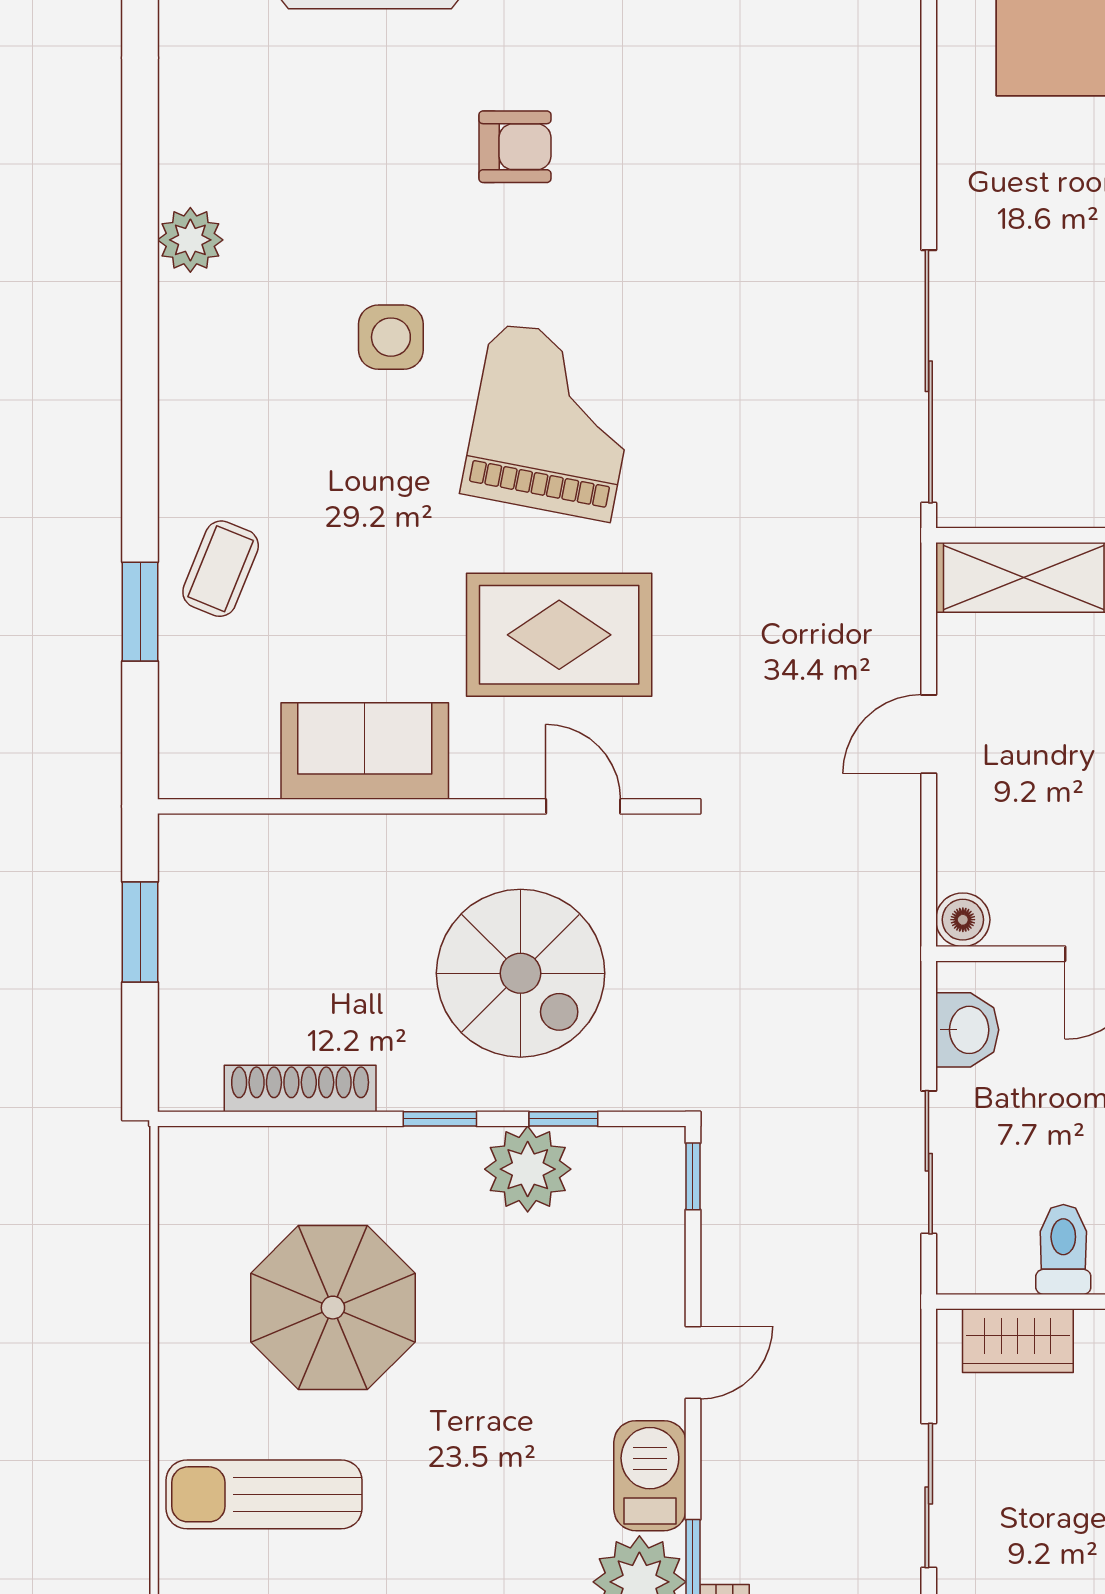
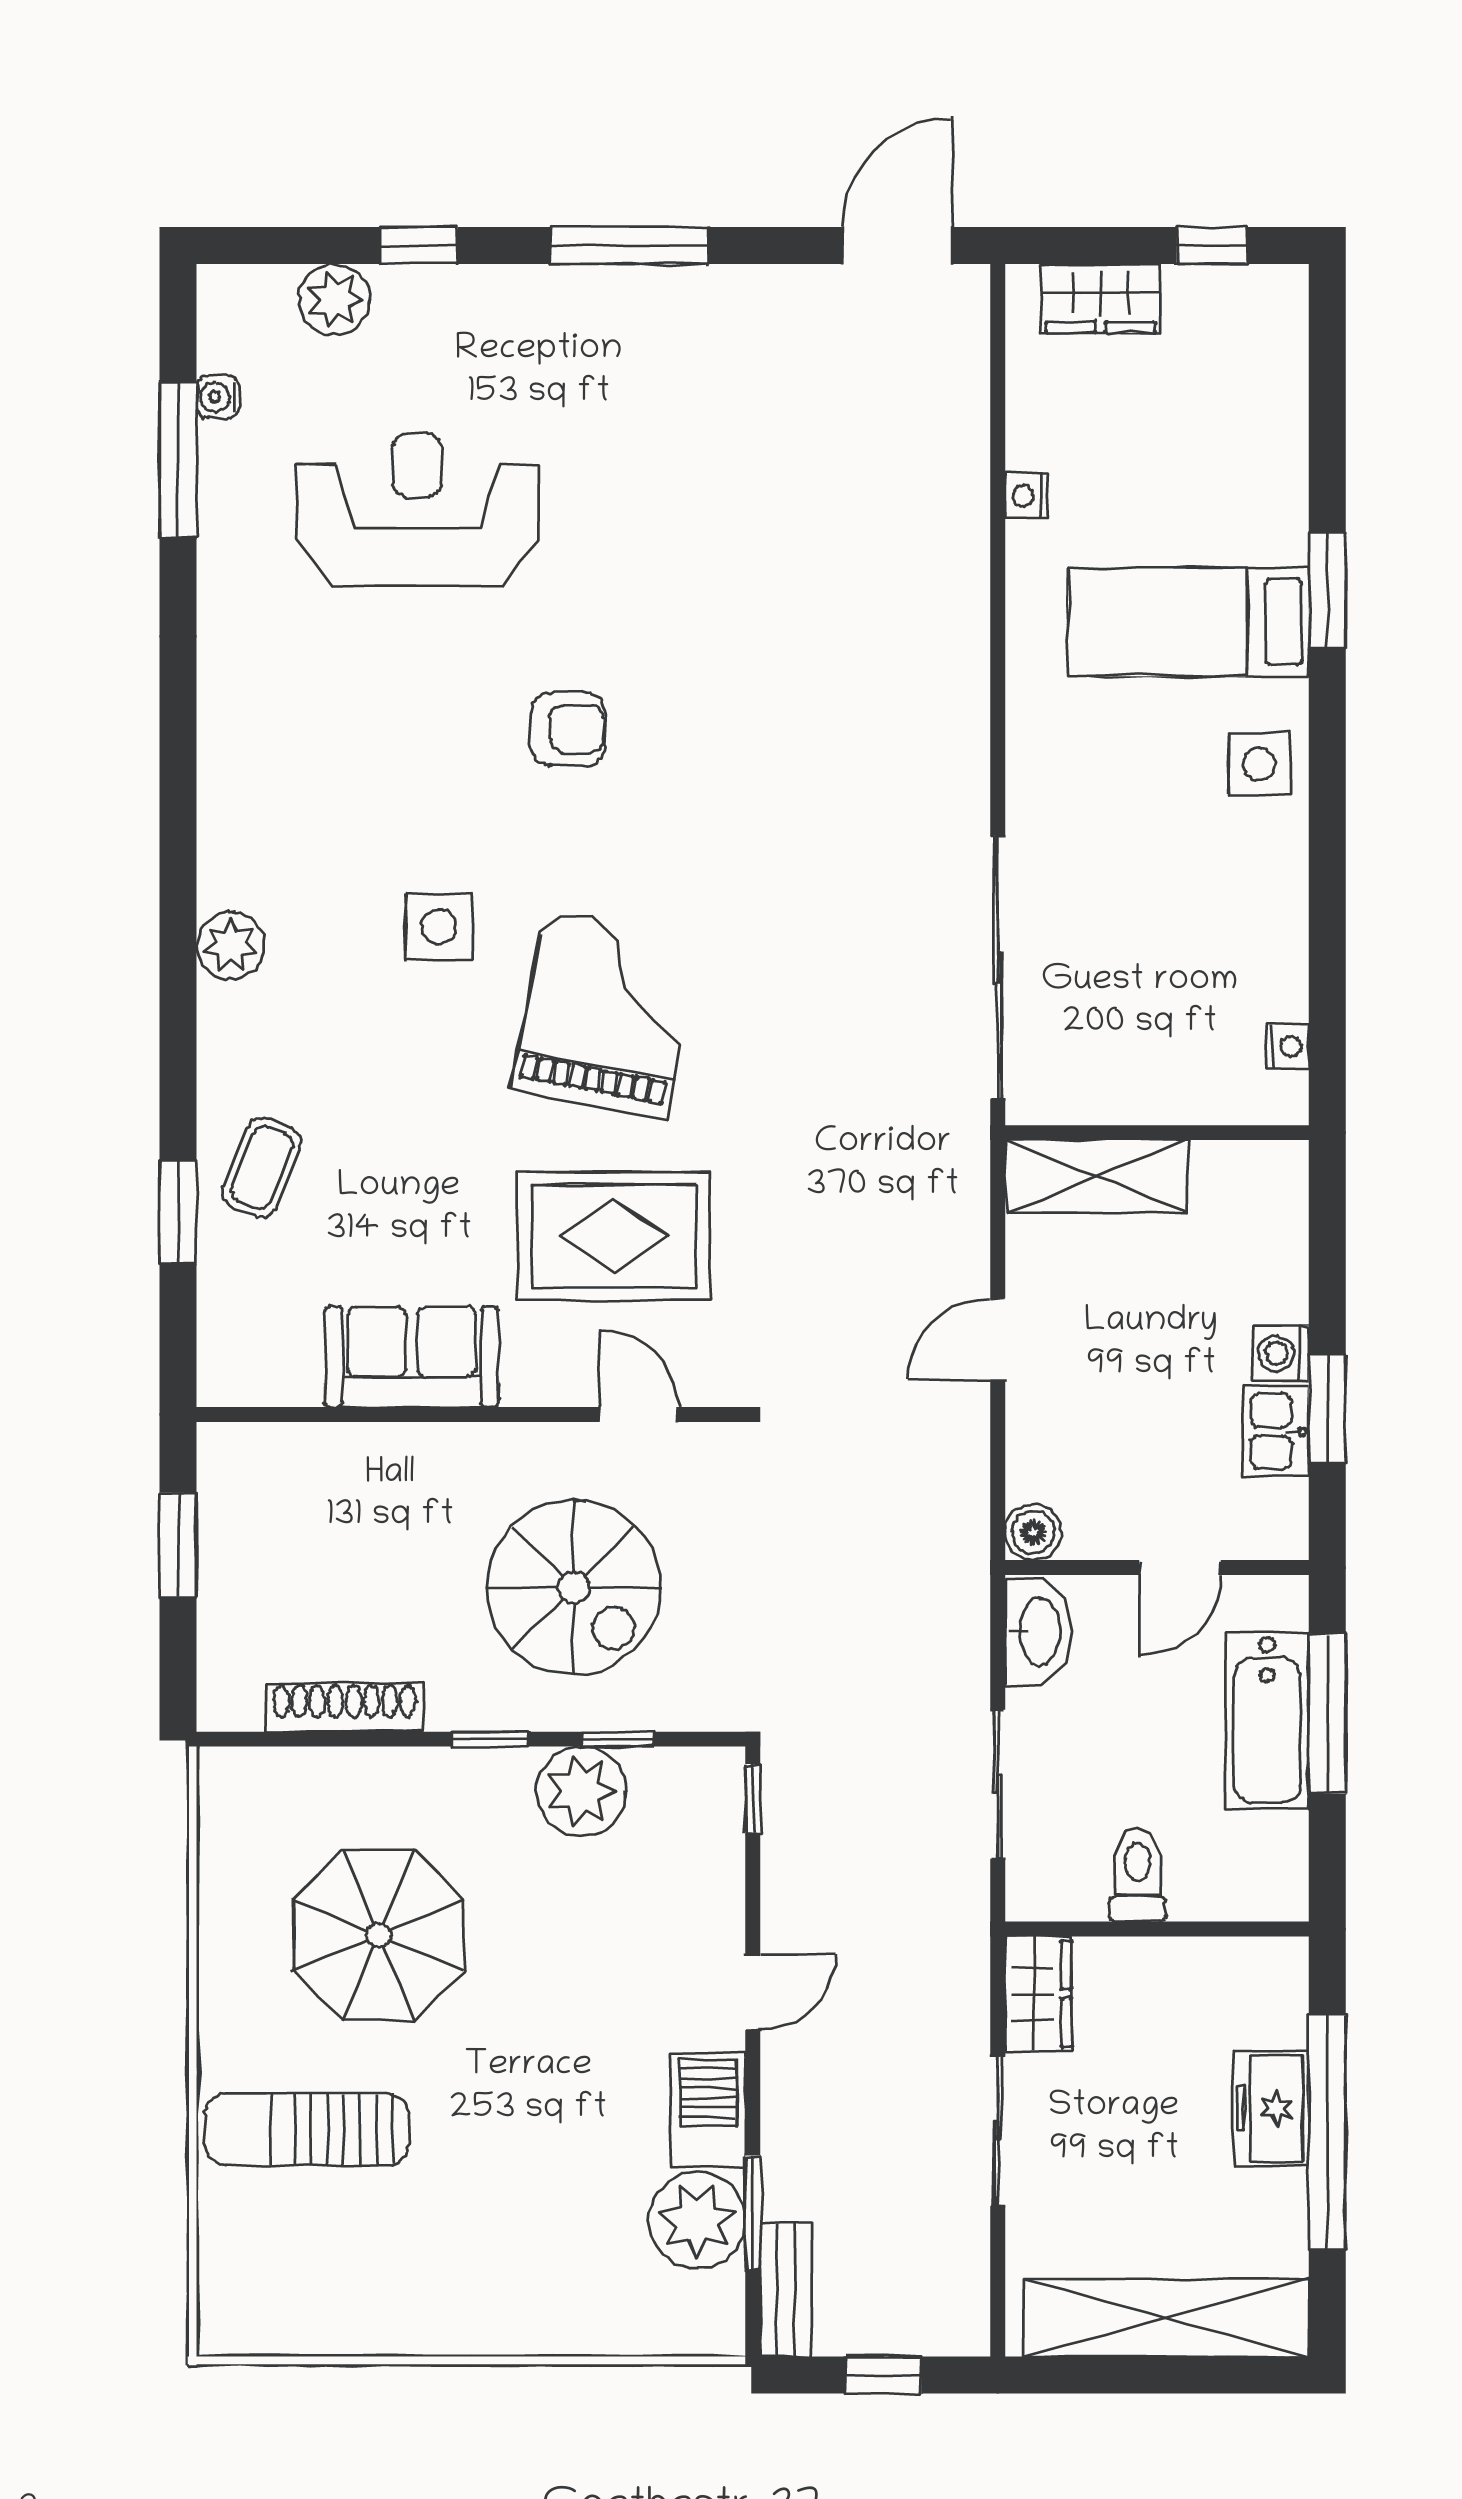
plant: (190, 240) -> (230, 946), moved
washbasin: (967, 1030) -> (1038, 1632), width x1.38
wardrobe: (1018, 1341) -> (1038, 1994), moved, turned -90

